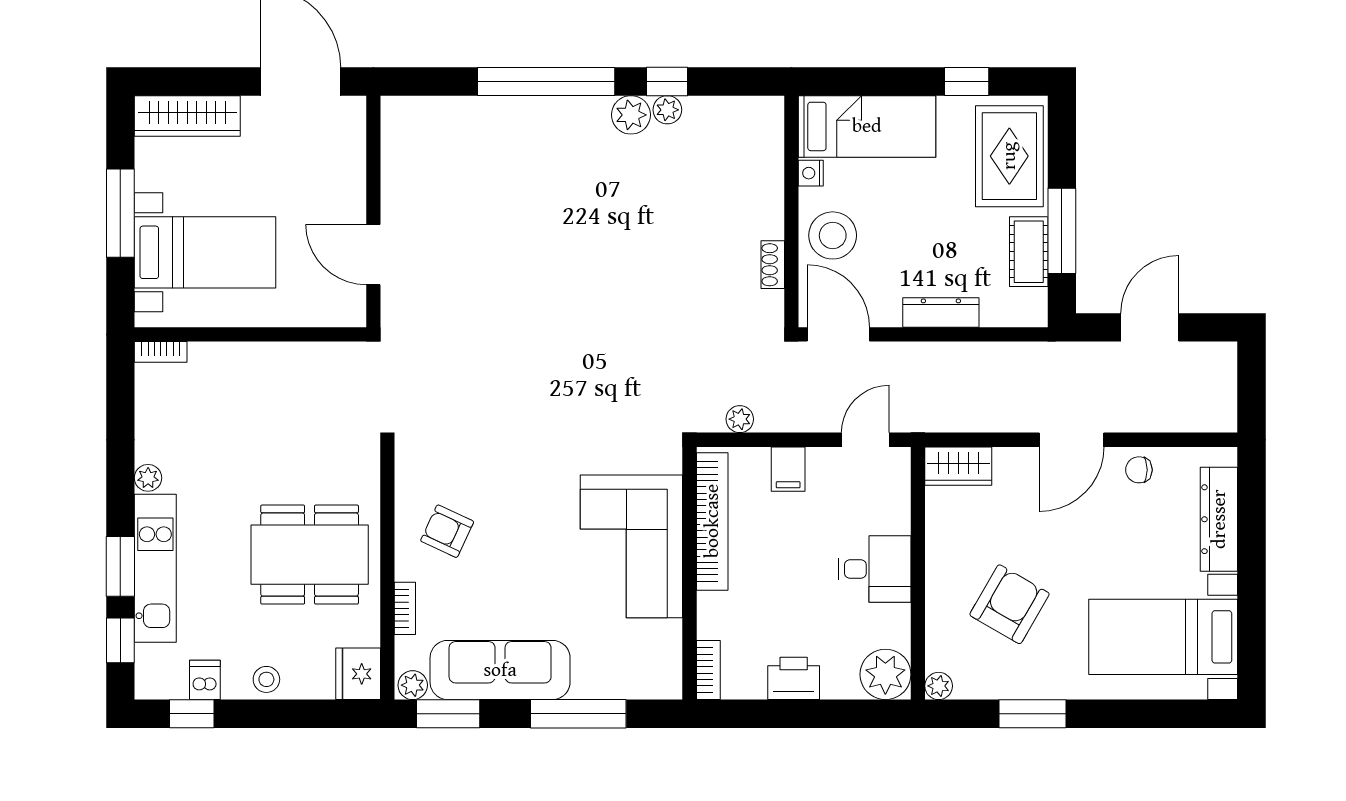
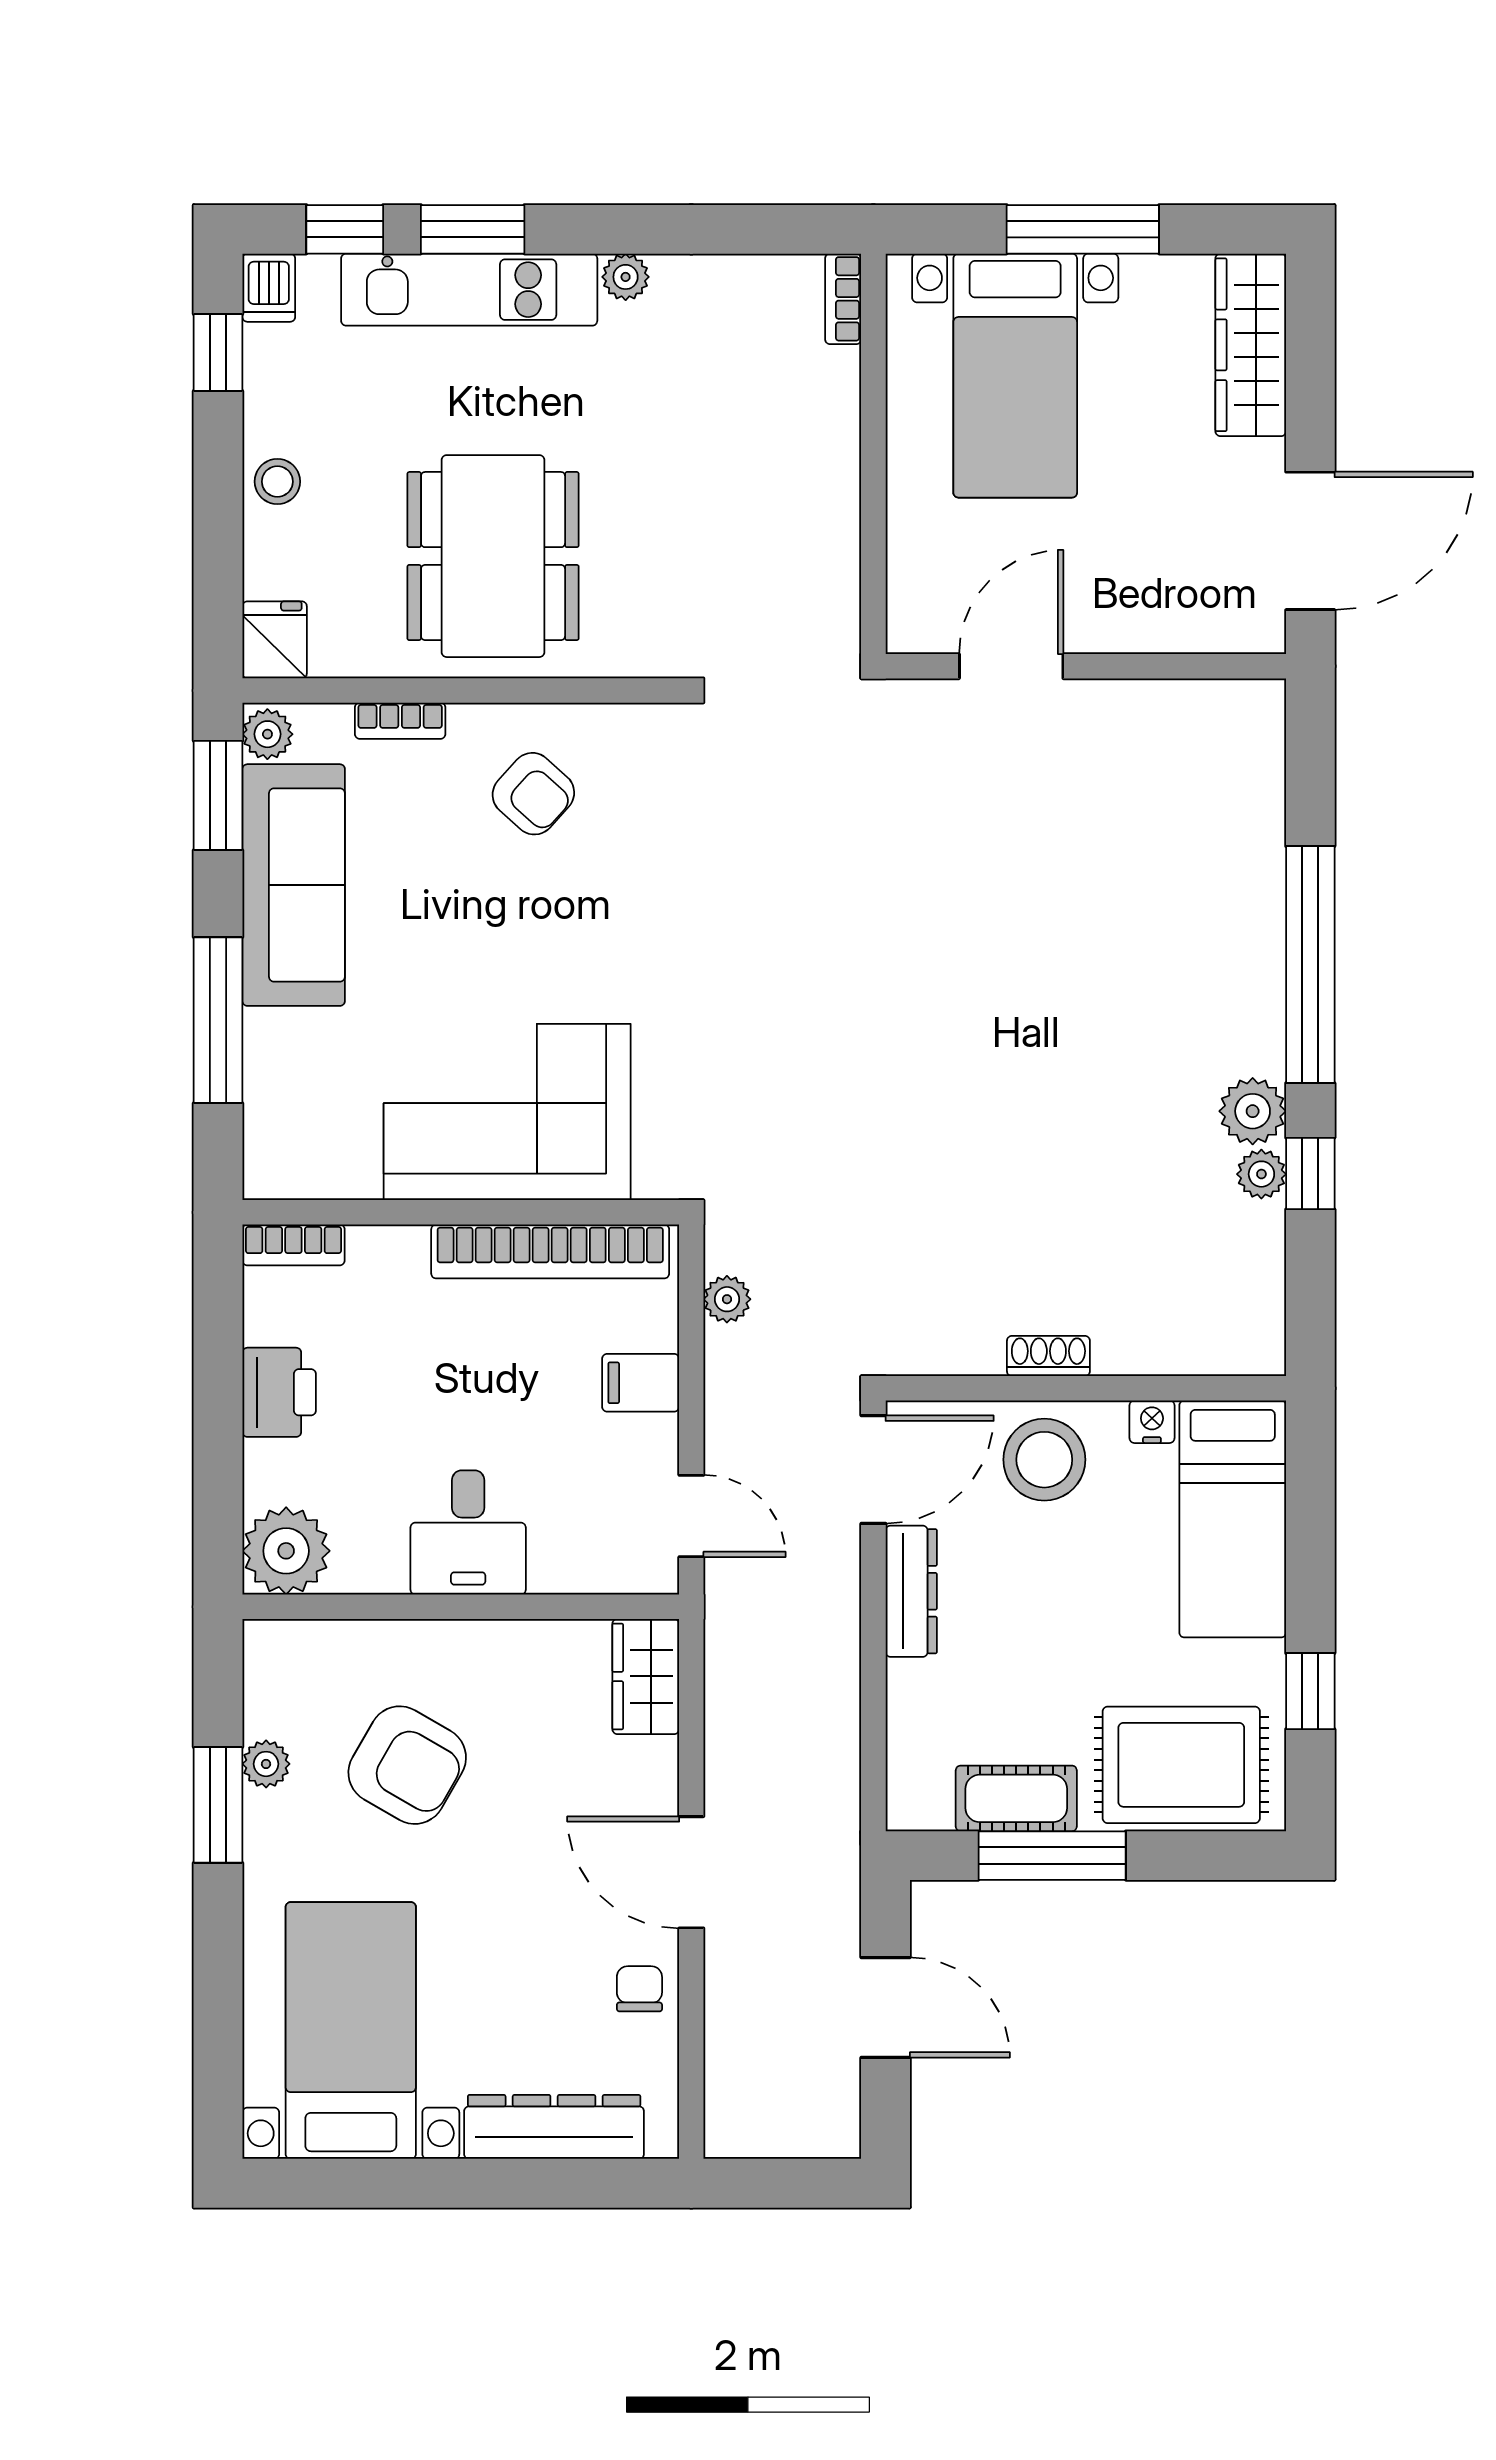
shoe rack: (773, 265) -> (1048, 1356), moved
dresser: (941, 312) -> (911, 1591), moved
armchair: (447, 531) -> (533, 794), turned 107
fridge: (358, 674) -> (275, 640), width x0.72
dishwasher: (205, 680) -> (269, 288), moved, turned 90
plant: (939, 686) -> (266, 1764), moved

